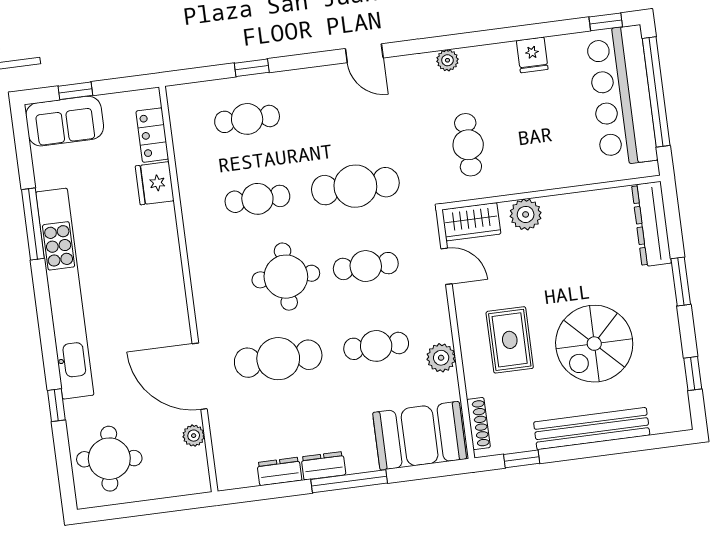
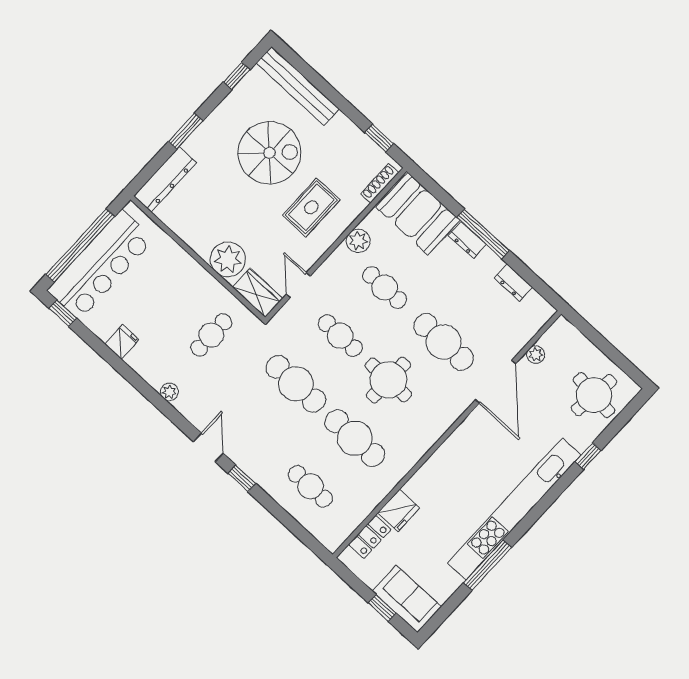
window: (252, 68) -> (242, 479), moved
cafe table: (257, 199) -> (355, 438), width x1.37, depth x1.35
plant: (526, 214) -> (228, 259), width x1.36, depth x1.36
bench: (592, 429) -> (298, 86), moved
dresser: (323, 466) -> (467, 240), moved

